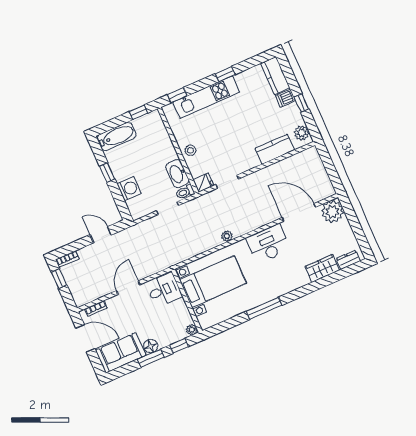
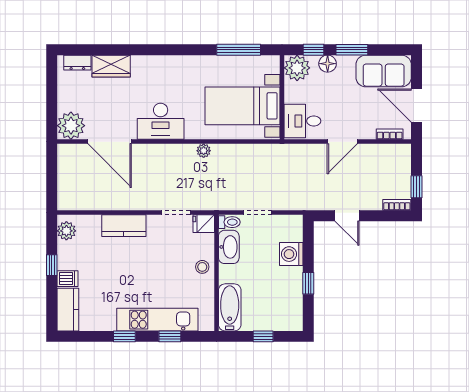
window: (177, 95) -> (170, 336), moved
window: (139, 112) -> (263, 336), moved
bathtub: (117, 136) -> (230, 307), moved, turned 90
kitchen counter: (275, 149) -> (124, 226), moved
window: (264, 308) -> (239, 50), moved
plant: (192, 330) -> (297, 68), width x1.88, depth x1.88
floor lamp: (151, 346) -> (328, 64), moved

